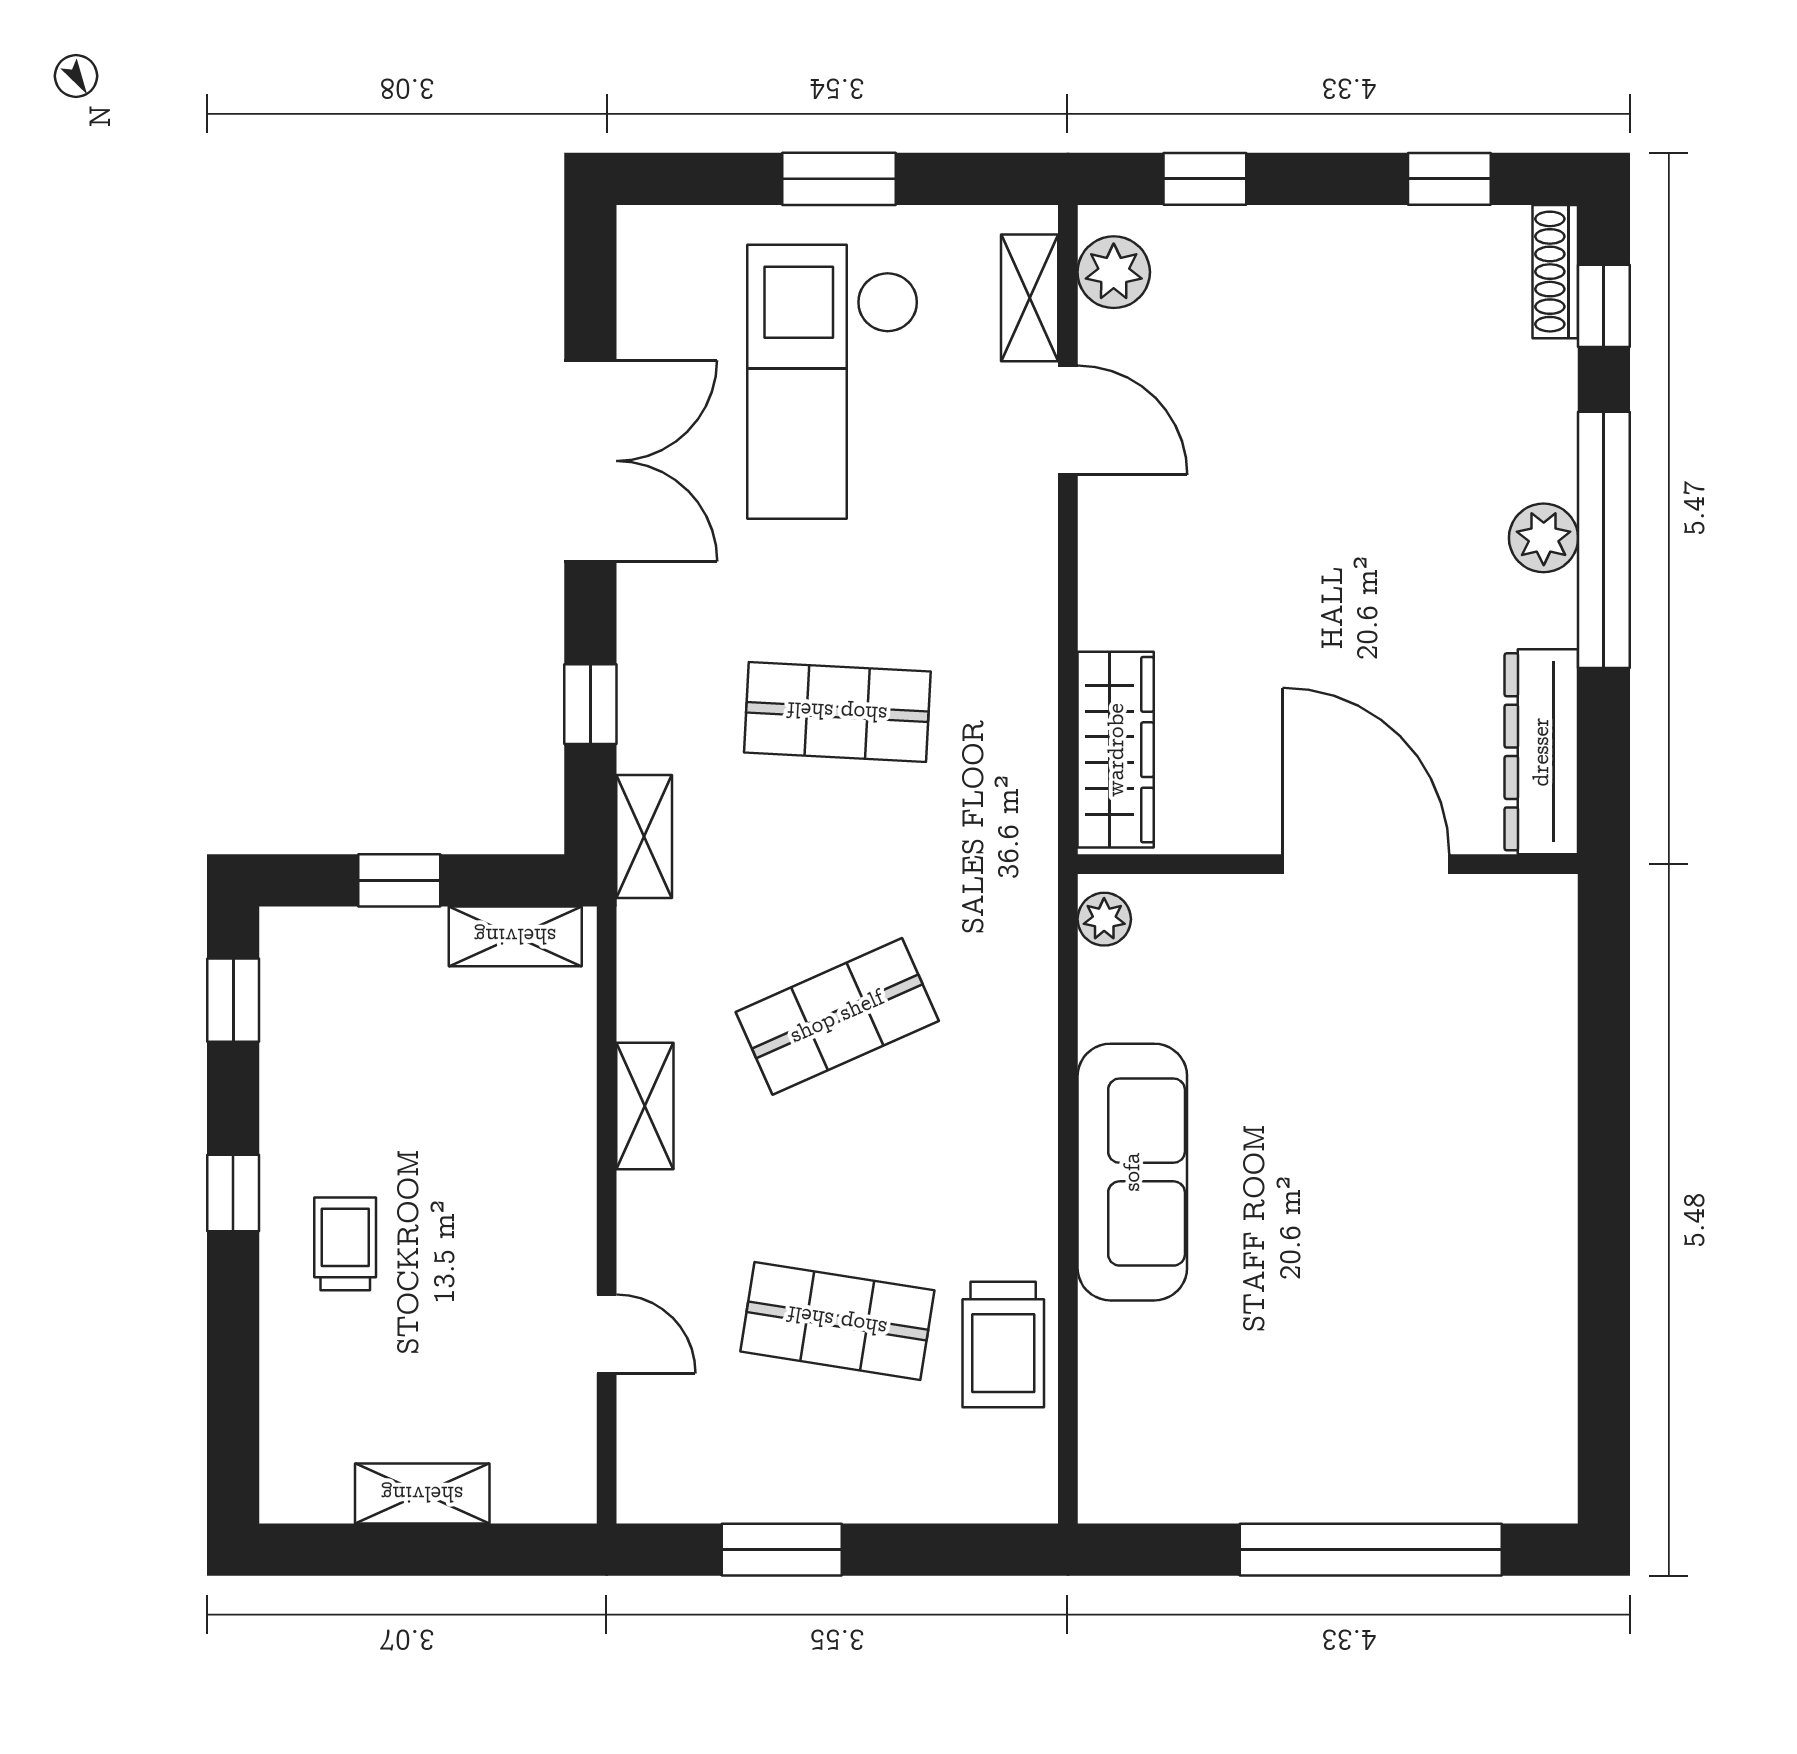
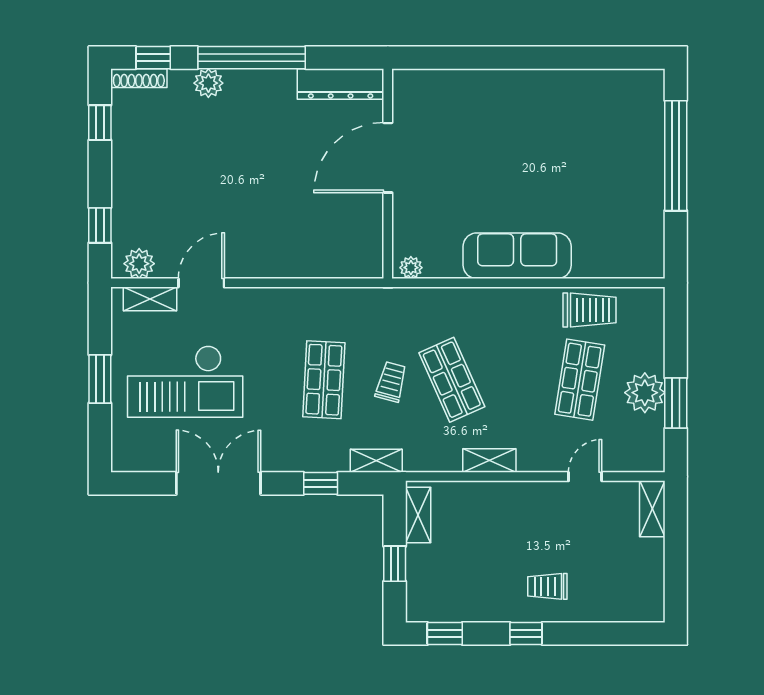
plant: (1544, 538) -> (208, 83), moved
wardrobe: (1116, 750) -> (340, 263), removed
trolley: (832, 872) -> (391, 382), added
plant: (806, 1476) -> (645, 393), added
shelving: (422, 1494) -> (652, 509), moved

